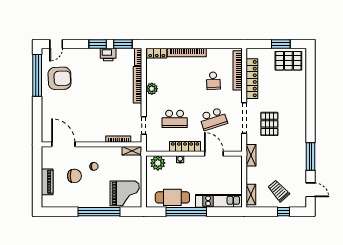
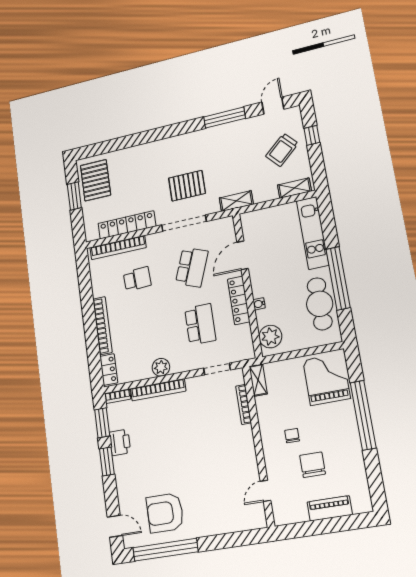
armchair: (60, 78) -> (165, 513), turned -88
school desk: (213, 119) -> (192, 267), turned 39
door: (63, 144) -> (265, 491), width x0.53

